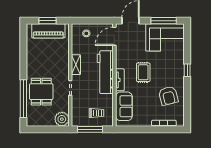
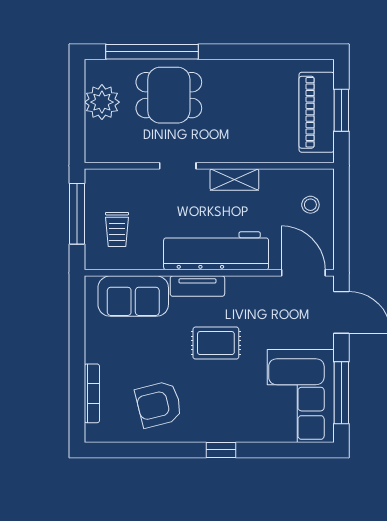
plant: (62, 119) -> (102, 102), moved

